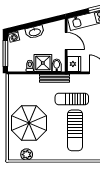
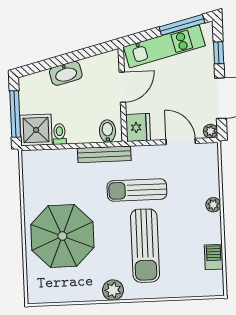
washing machine: (14, 37) -> (29, 83), removed
door: (66, 41) -> (122, 87), hinge flipped
shower: (43, 63) -> (36, 130), moved
plant: (27, 155) -> (113, 290), moved

